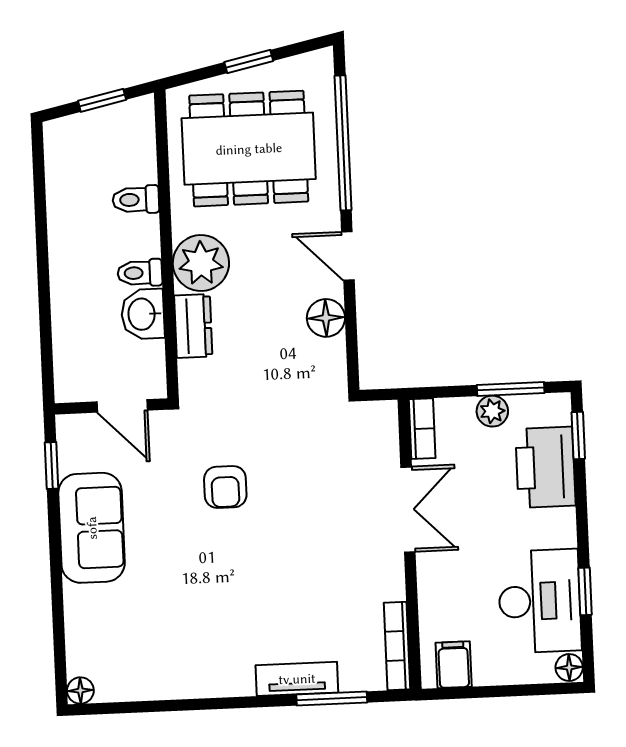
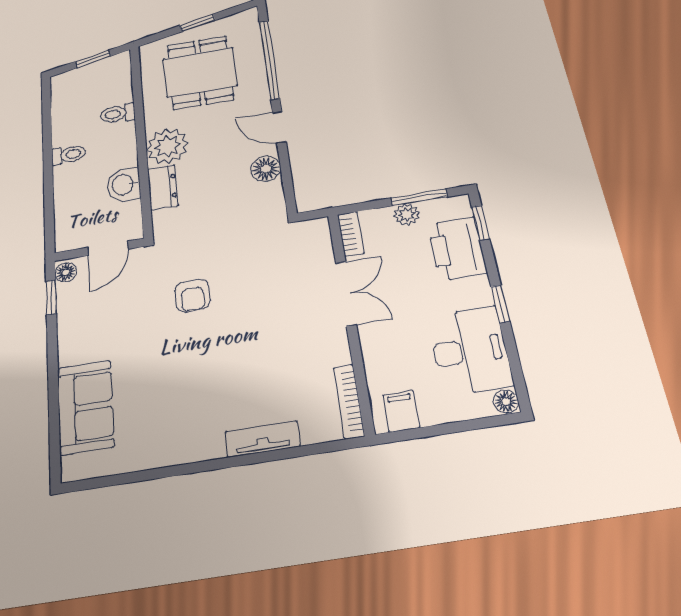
dining table: (249, 149) -> (200, 72), width x0.73
toilet: (140, 273) -> (69, 155), moved, turned 180
door: (122, 406) -> (108, 248), hinge flipped
sofa: (92, 528) -> (85, 407), moved
window: (585, 591) -> (500, 304), moved
floor lamp: (80, 691) -> (66, 272), moved
window: (332, 699) -> (295, 452), removed

